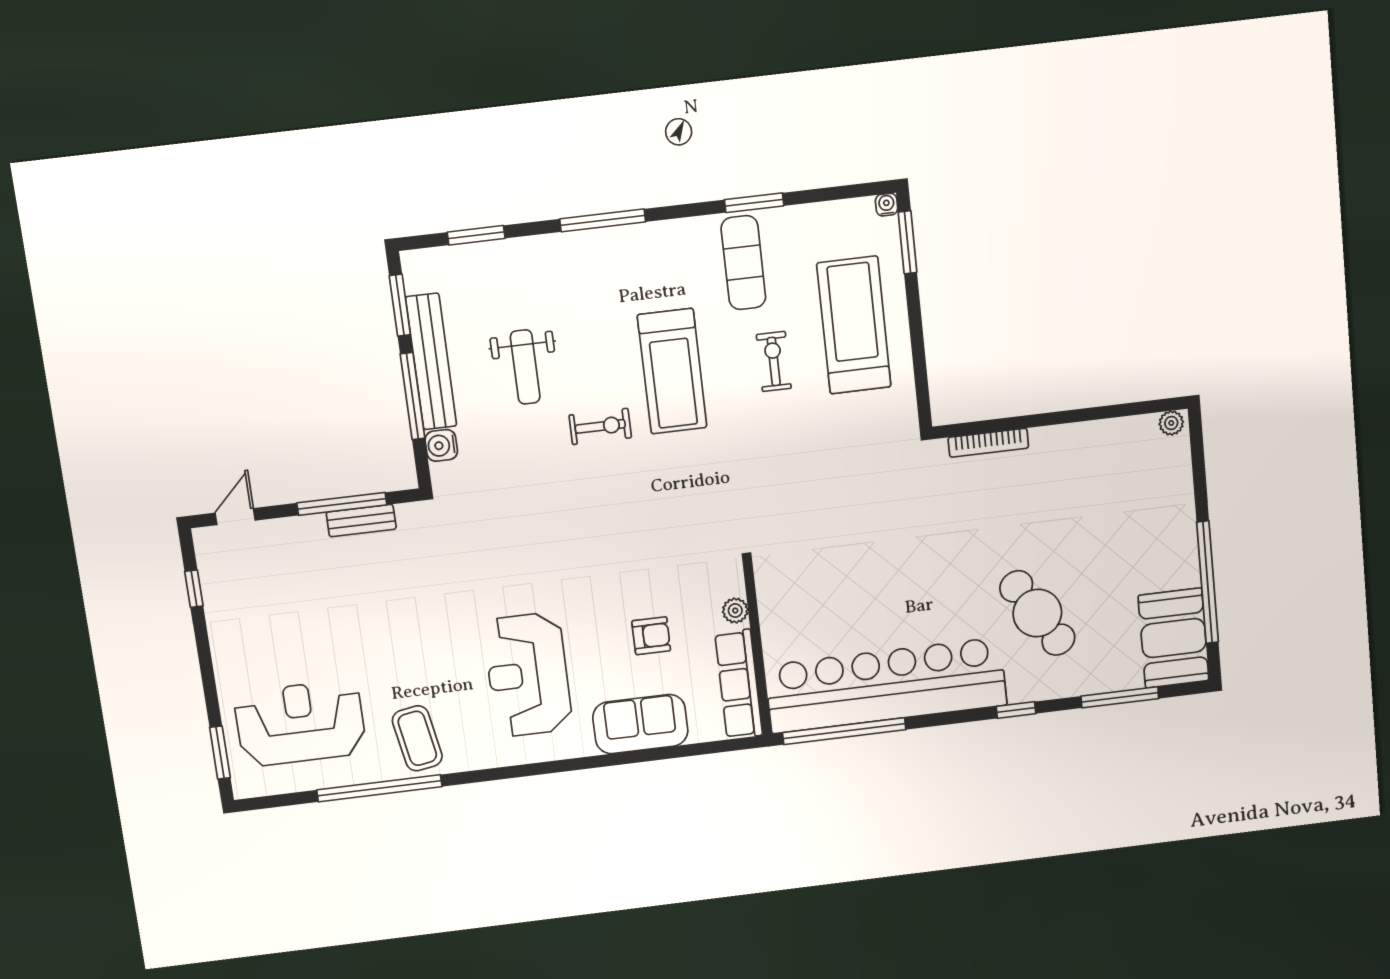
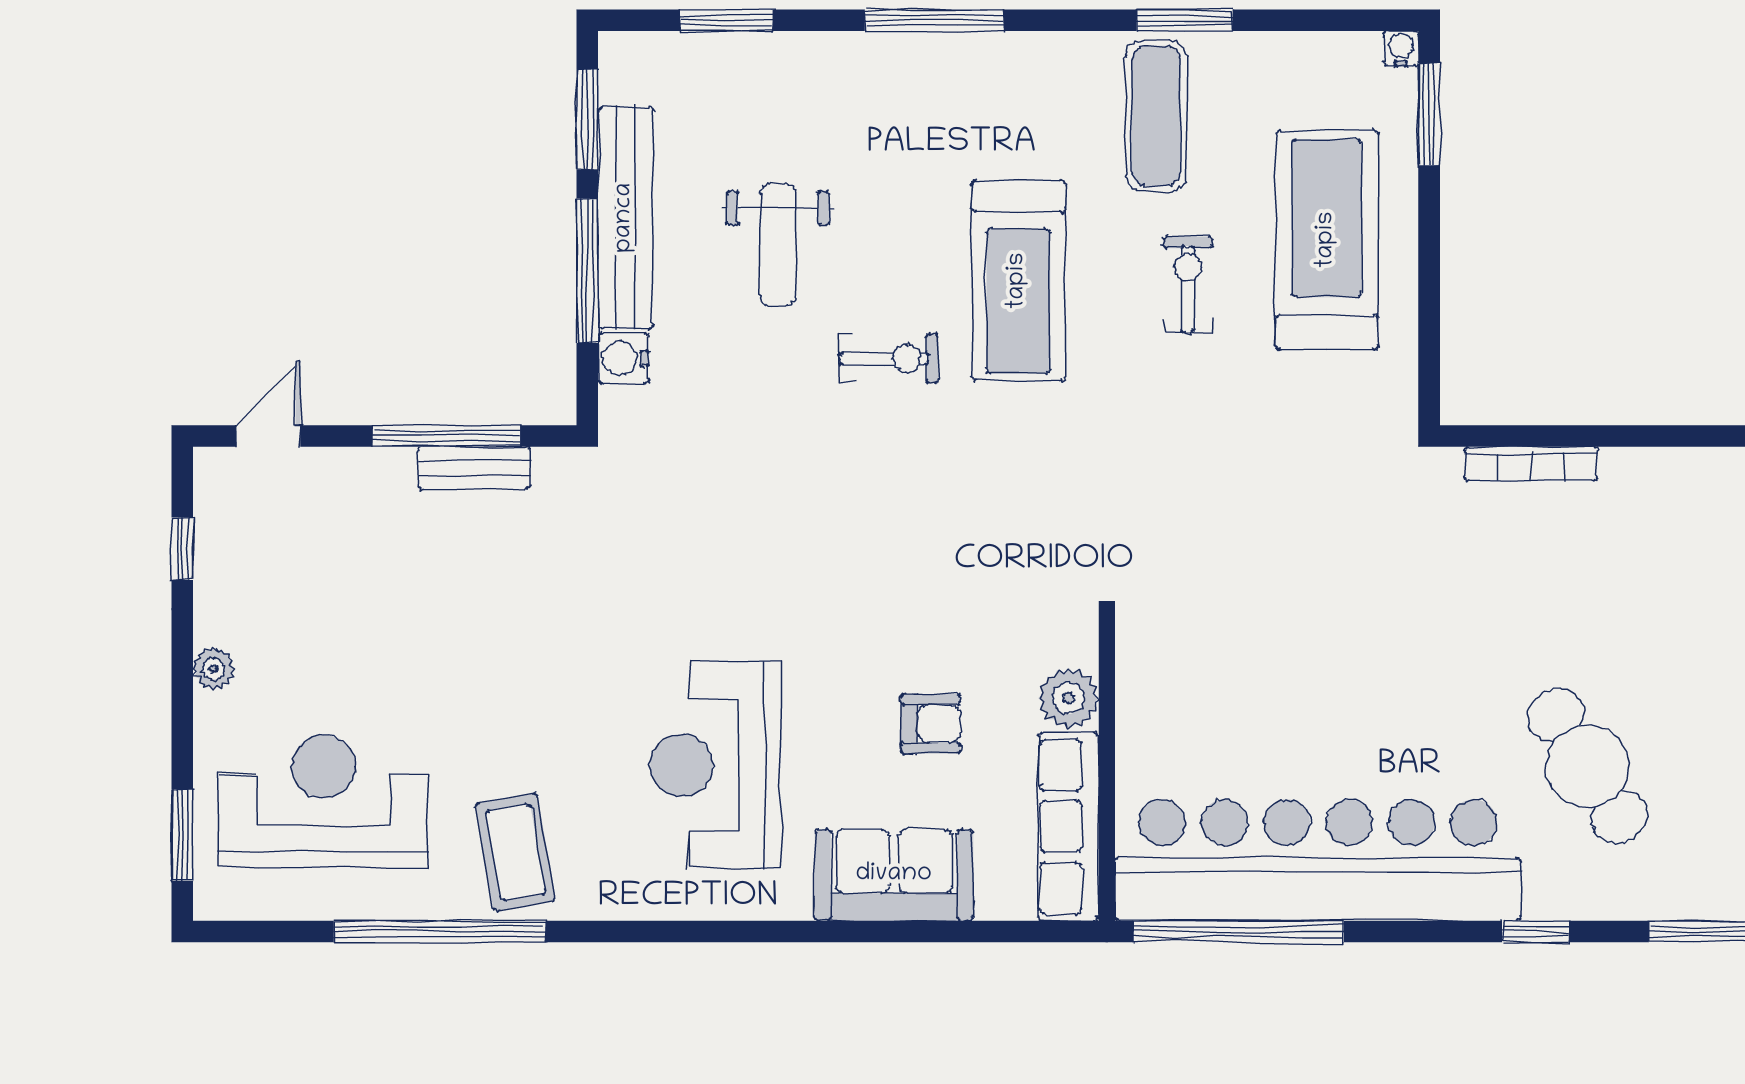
plant: (735, 611) -> (1069, 698), width x1.38, depth x1.38
plant: (224, 656) -> (214, 669), added

